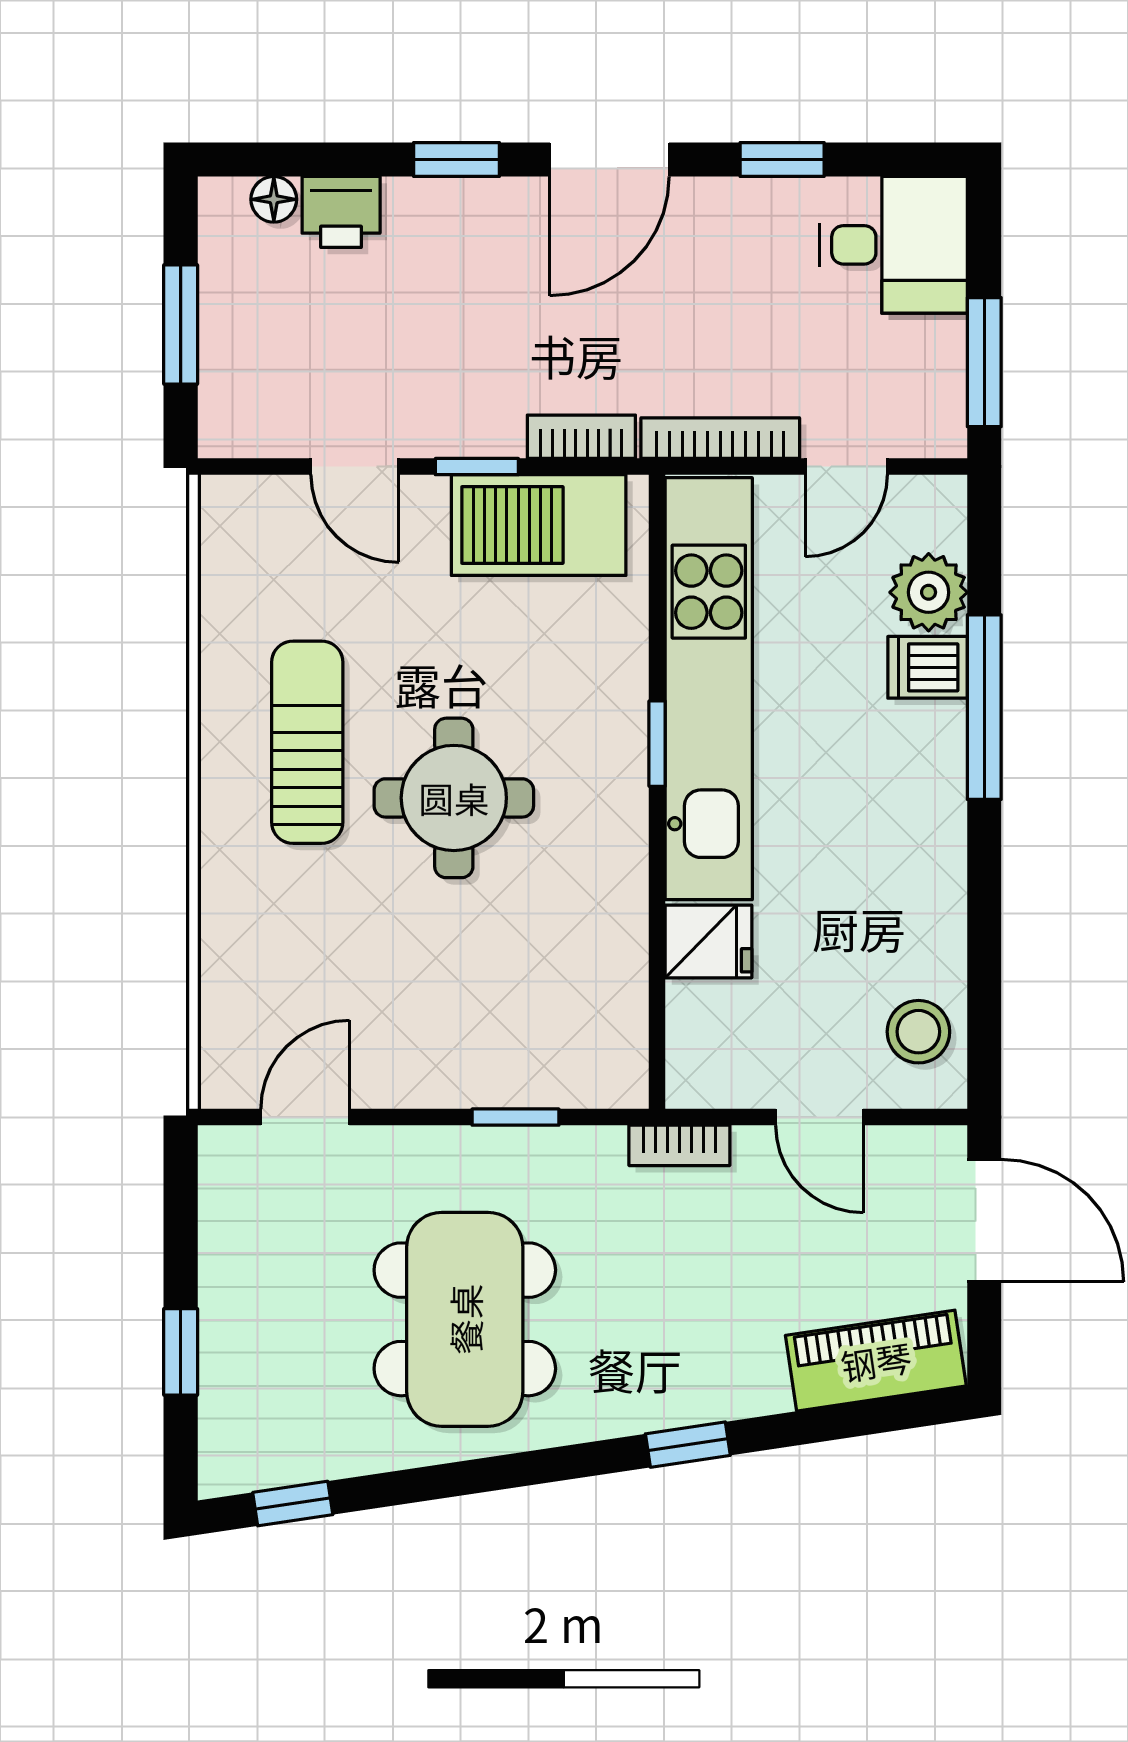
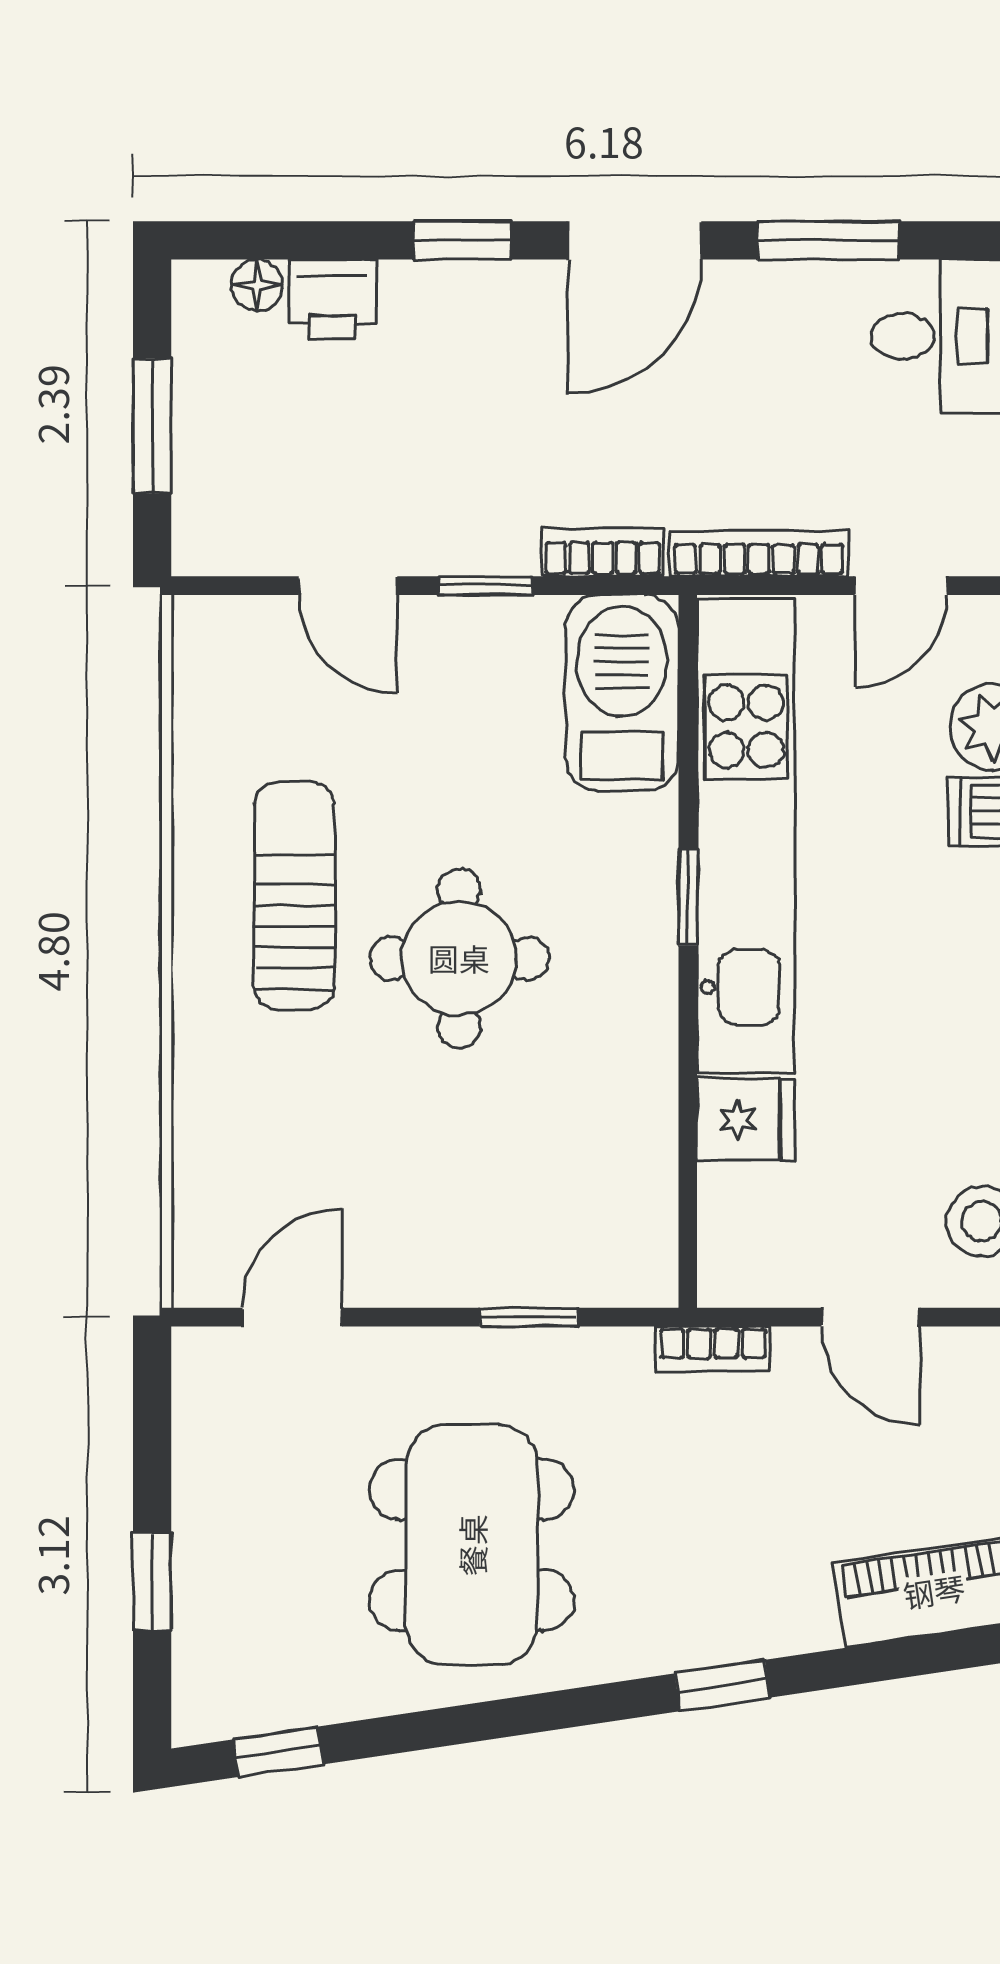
window: (782, 160) -> (828, 240), width x1.50
barbecue: (539, 525) -> (622, 693), moved, turned 90

